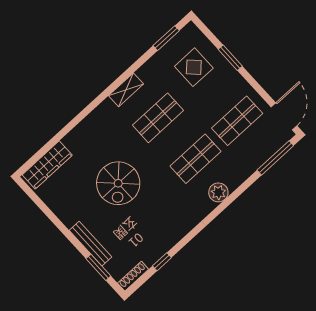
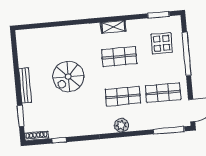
window: (230, 58) -> (187, 54), width x2.11
wardrobe: (47, 165) -> (36, 35), removed
bench: (90, 244) -> (25, 85), moved

